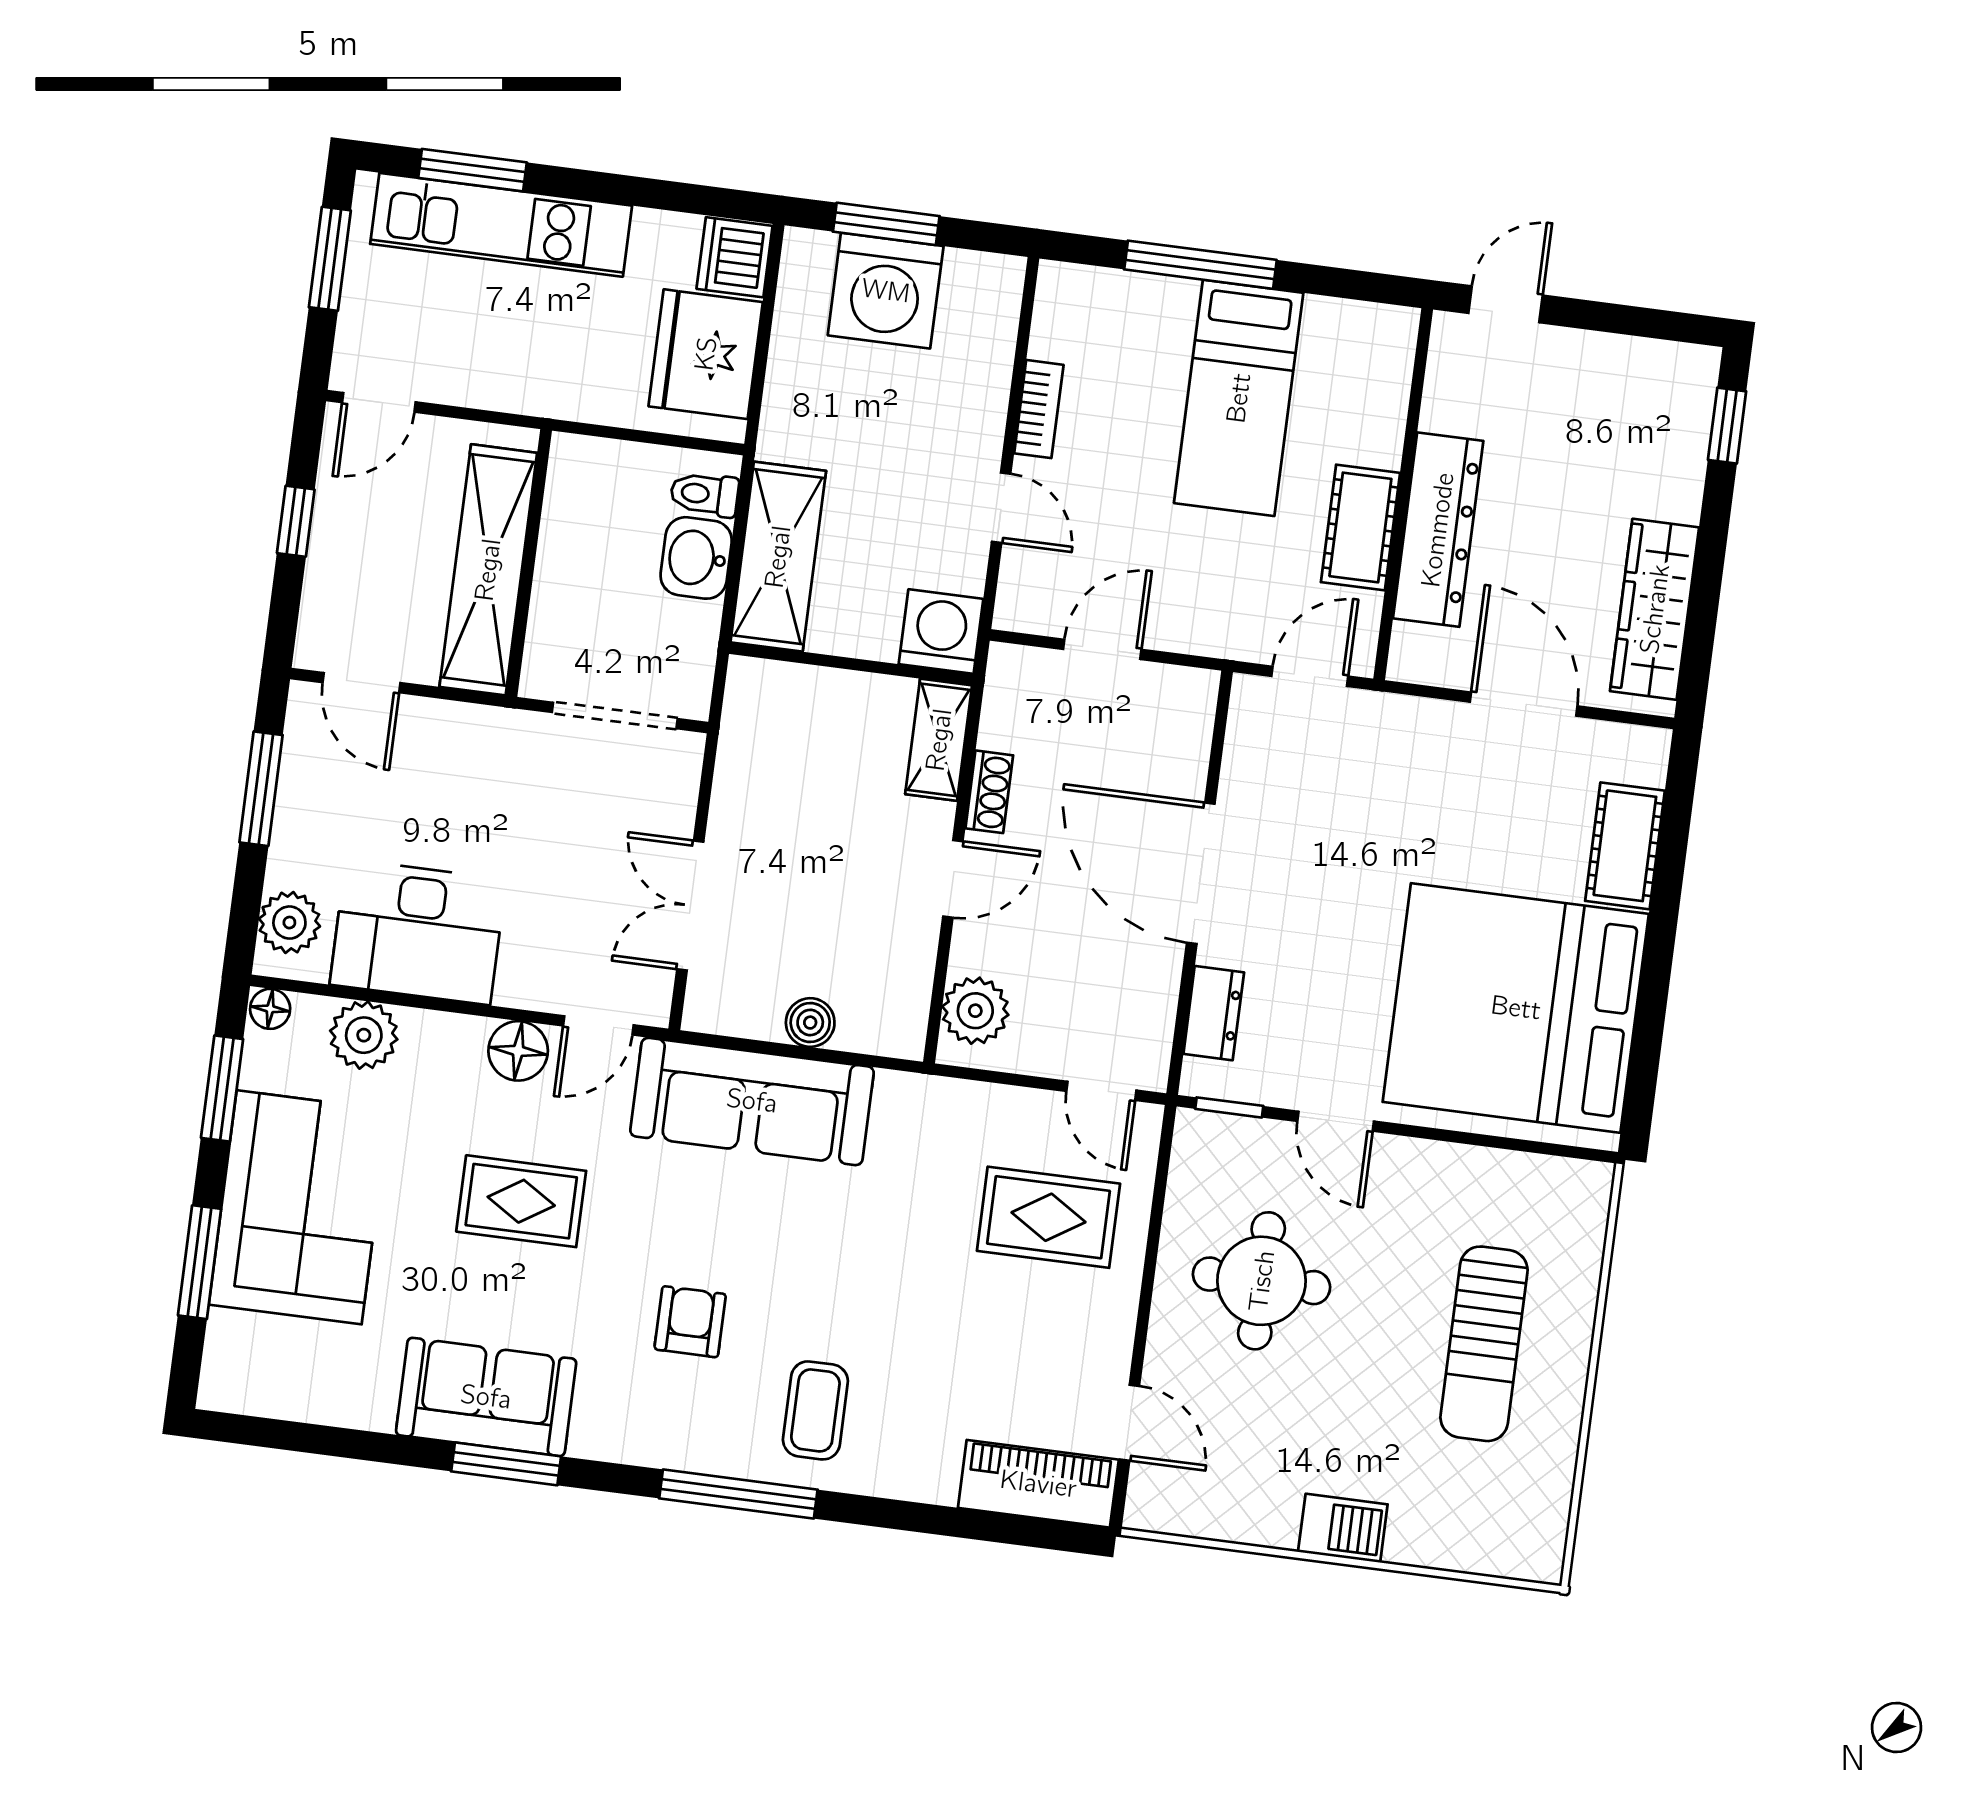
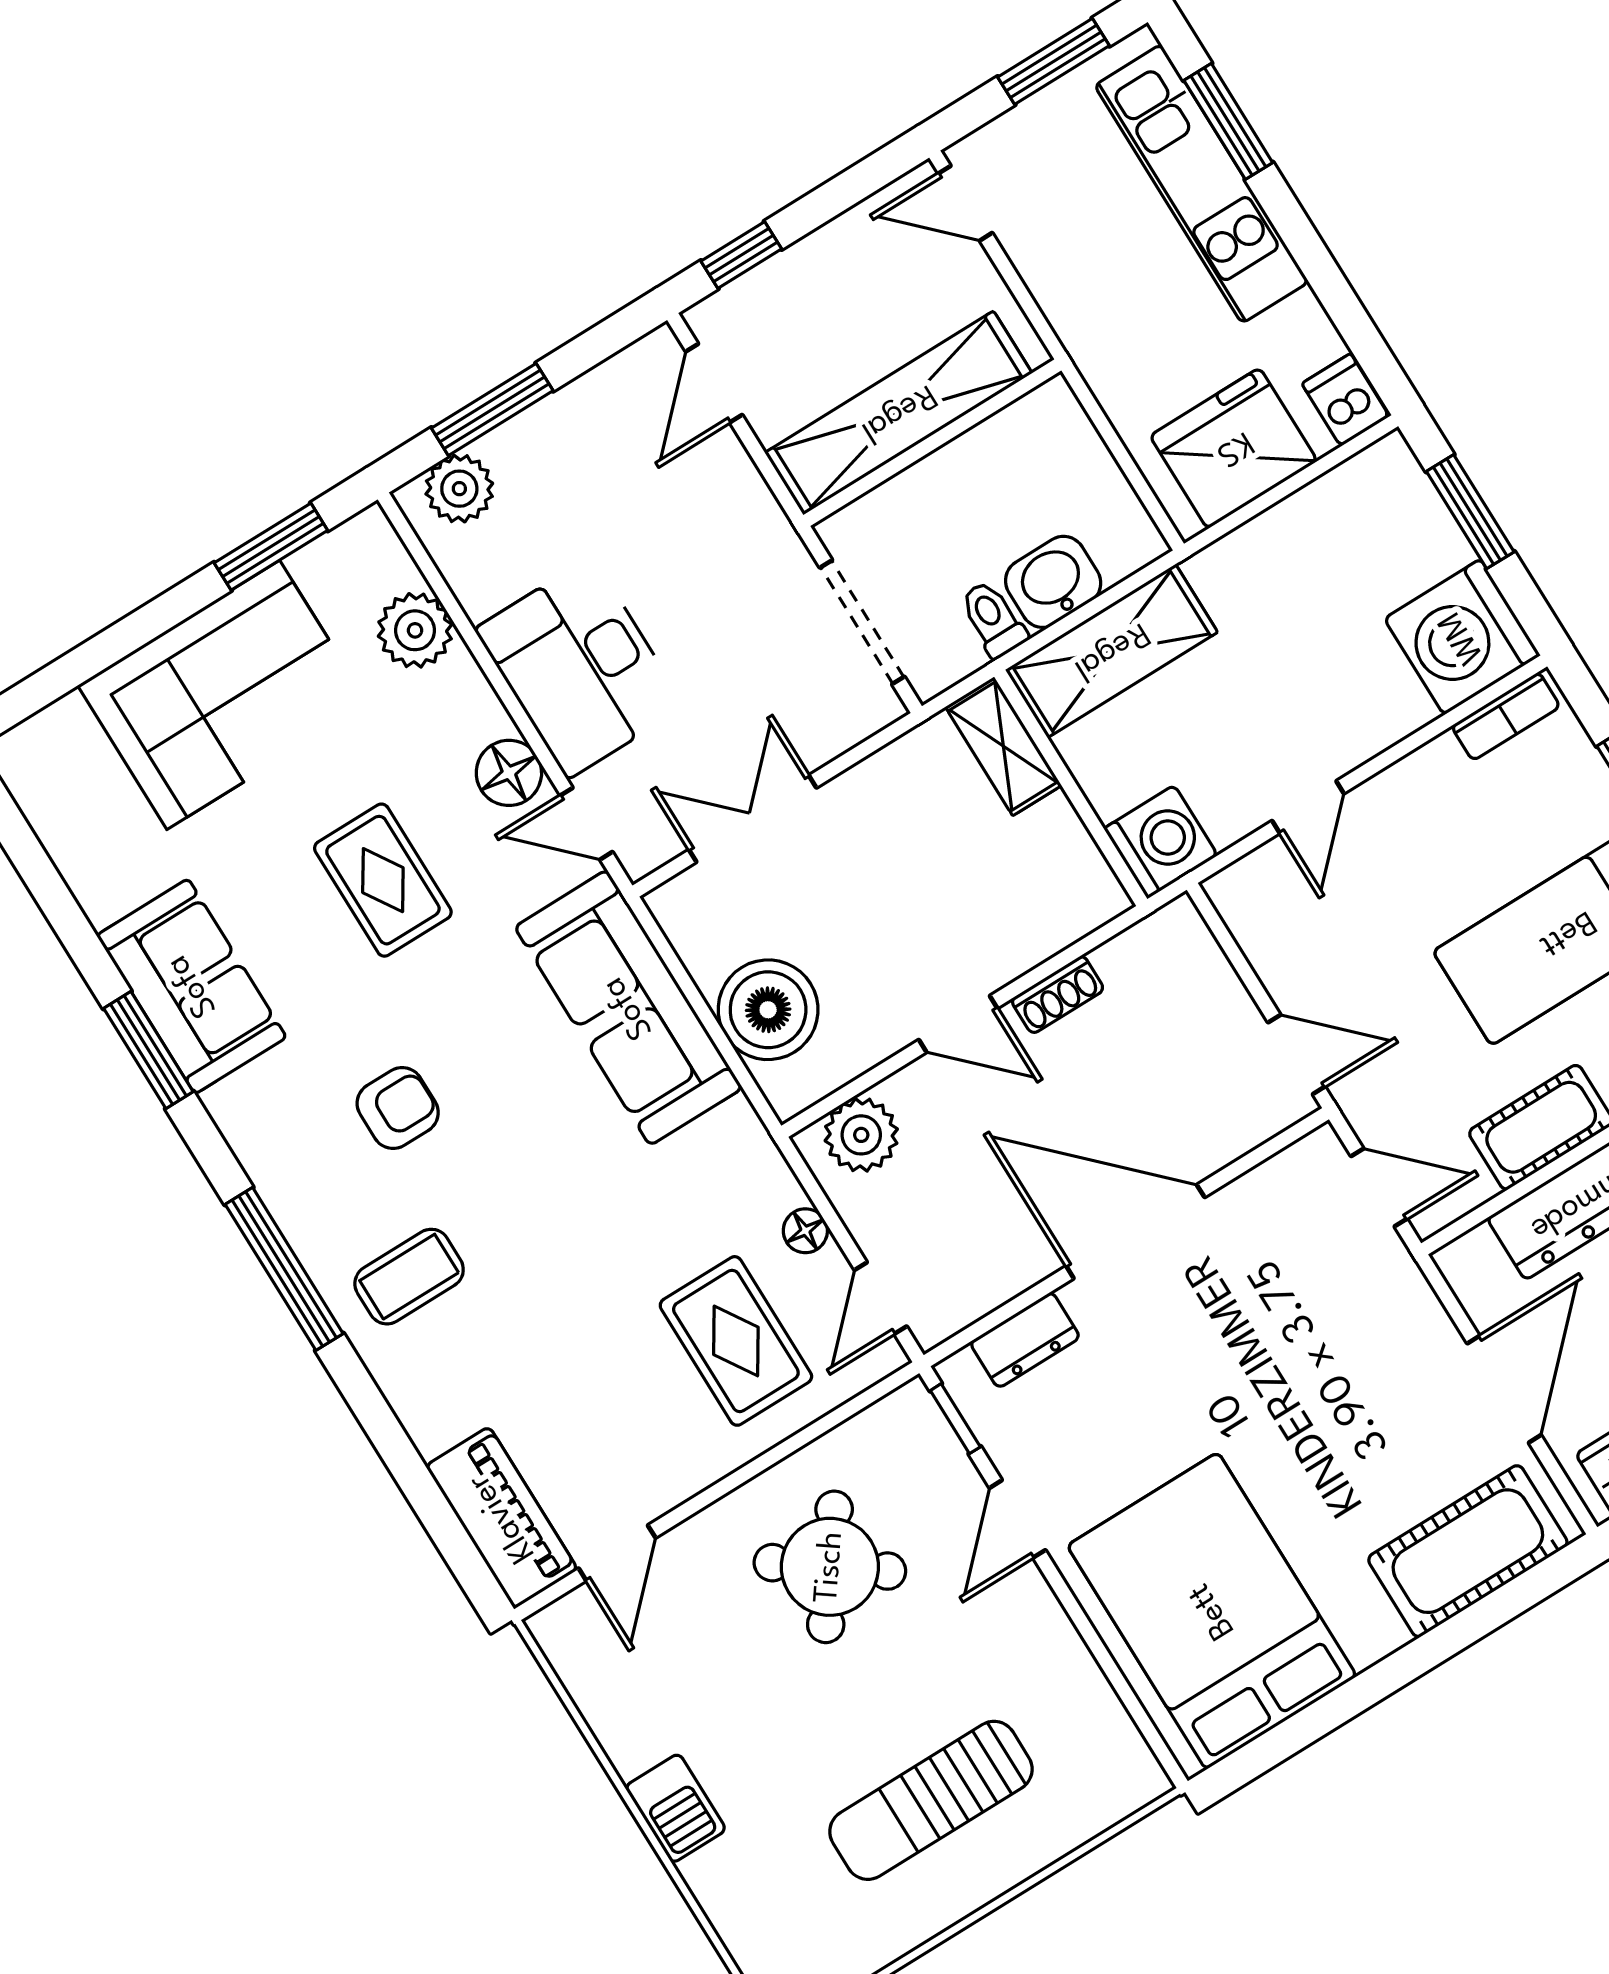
dishwasher: (735, 257) -> (1346, 400), width x0.73
washing machine: (886, 291) -> (1462, 637), moved
bookcase: (1039, 409) -> (1506, 716), moved
toilet: (704, 494) -> (993, 619), moved
window: (296, 521) -> (741, 255), moved
door: (1102, 649) -> (1297, 1055), moved
shelving: (939, 740) -> (1003, 746), moved, turned 90
window: (261, 789) -> (492, 409), moved
cot: (1625, 846) -> (1468, 1551), width x1.37, depth x1.34
door: (1201, 873) -> (1135, 1232), hinge flipped
desk: (418, 932) -> (580, 668), moved
bed: (1516, 1008) -> (1212, 1611), width x0.73
floor lamp: (270, 1009) -> (805, 1231), moved
boiler: (810, 1023) -> (768, 1010), width x1.86, depth x1.86
window: (200, 1262) -> (107, 648), removed
round table: (1262, 1281) -> (830, 1567), turned 36

